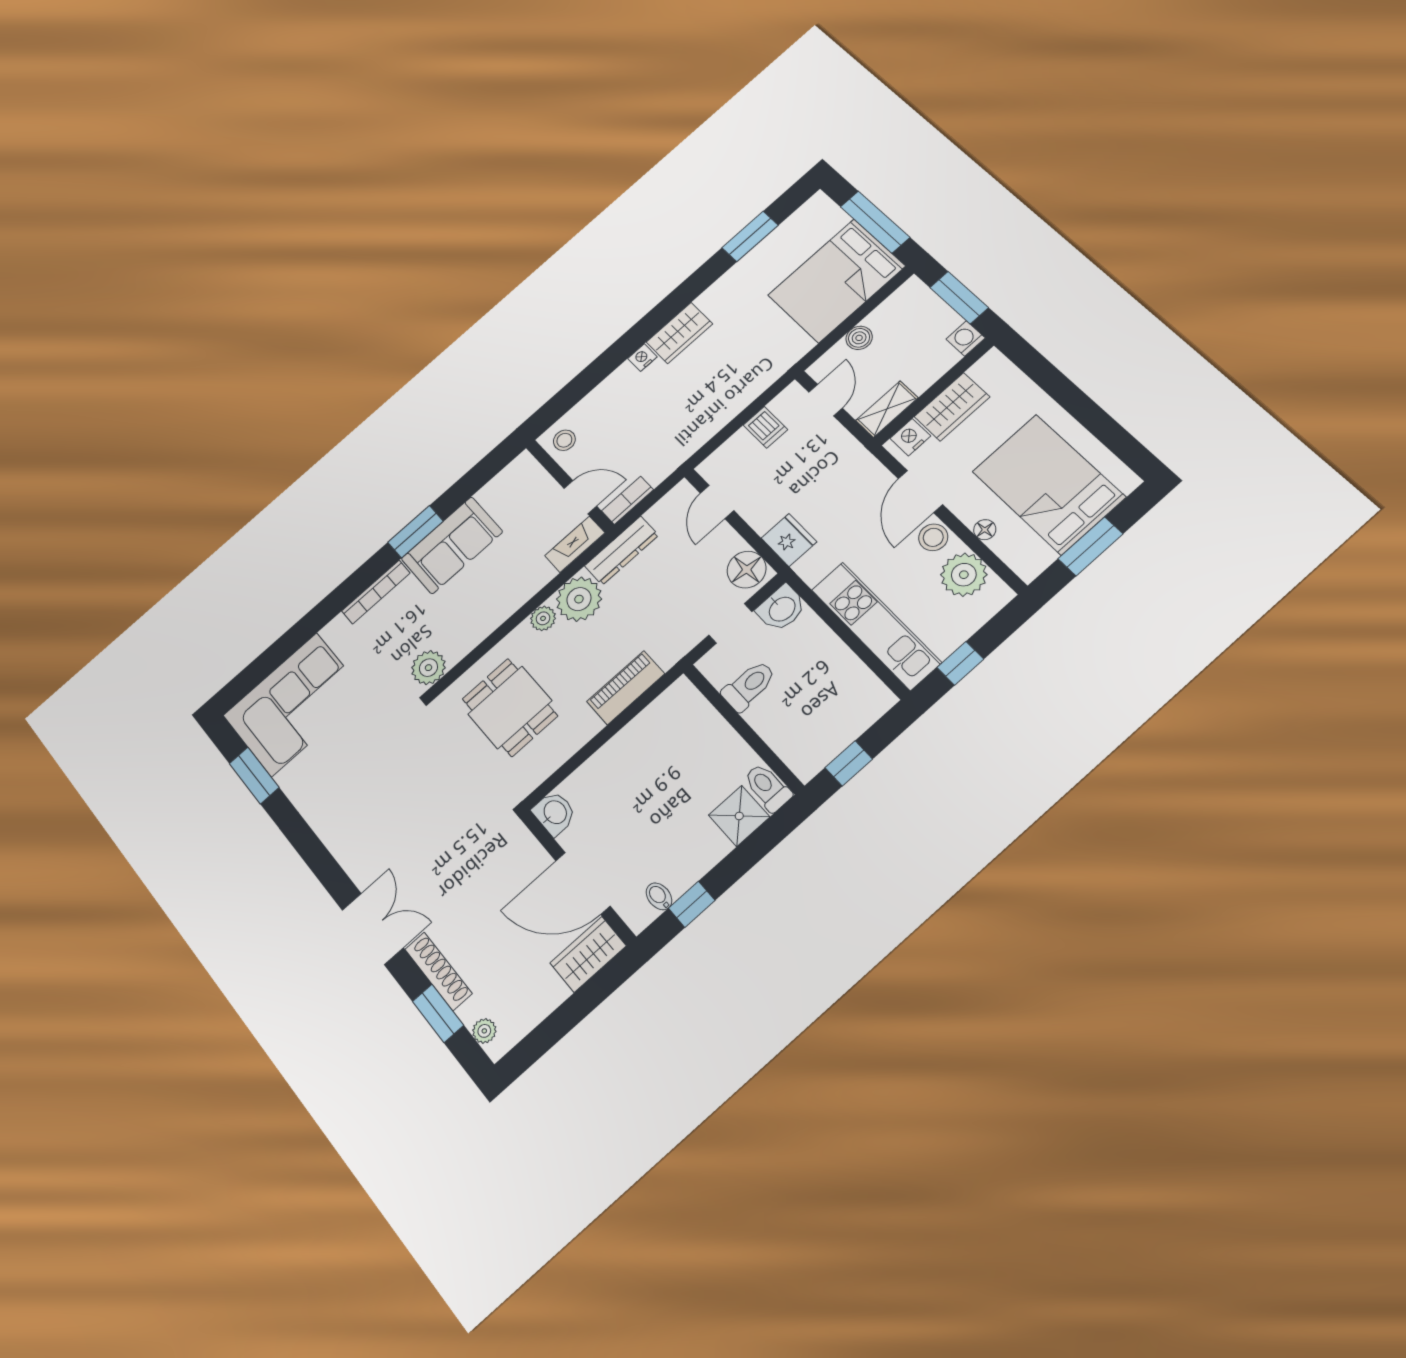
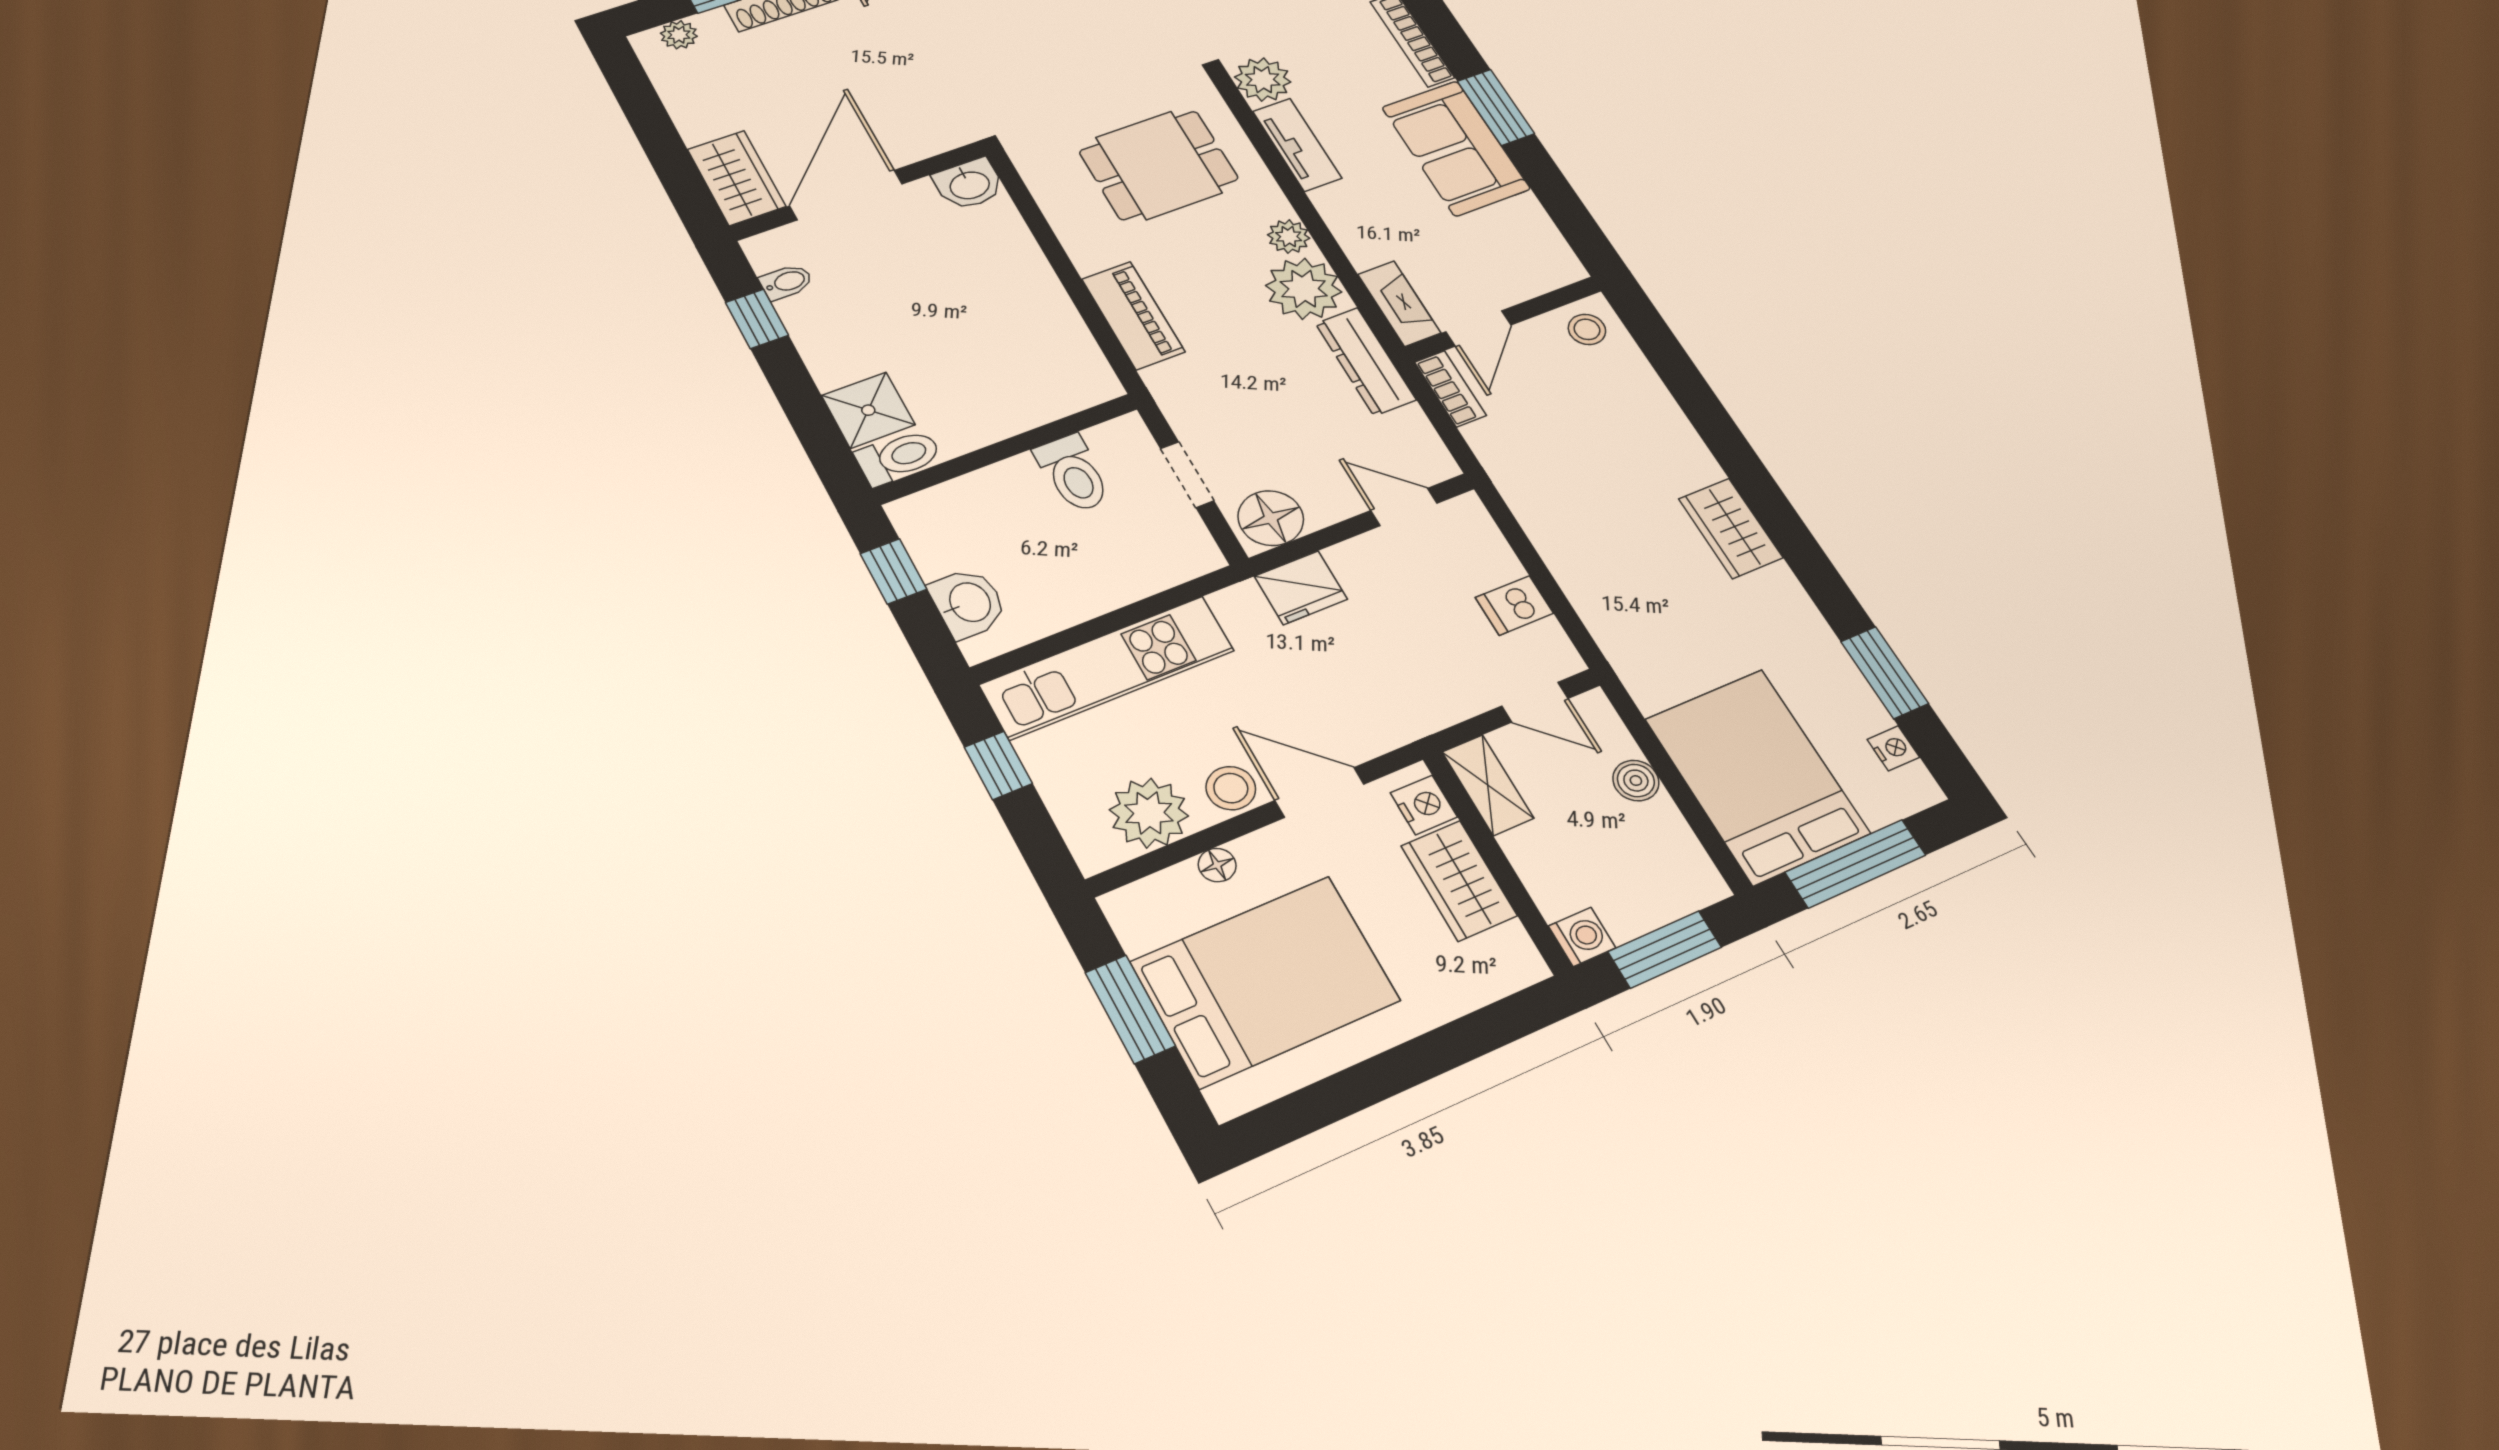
nightstand: (642, 358) -> (1893, 748), moved
washbasin: (781, 608) -> (968, 603), moved, turned 180
tv unit: (473, 634) -> (1297, 145), added

